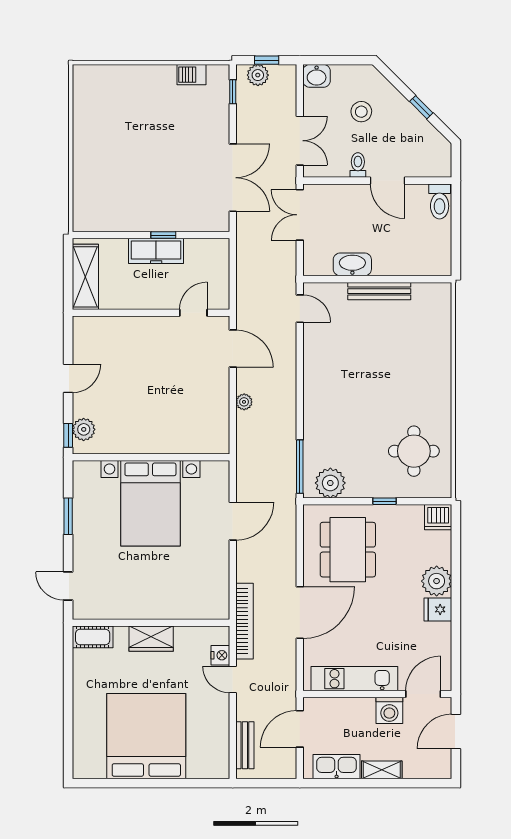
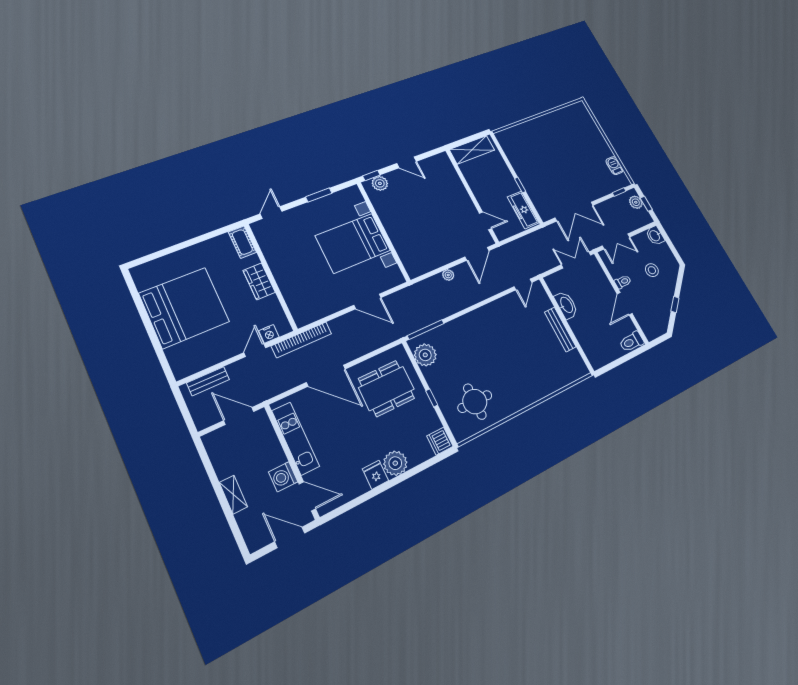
freezer: (156, 251) -> (523, 210), moved
kitchen sink: (337, 767) -> (221, 458), removed

